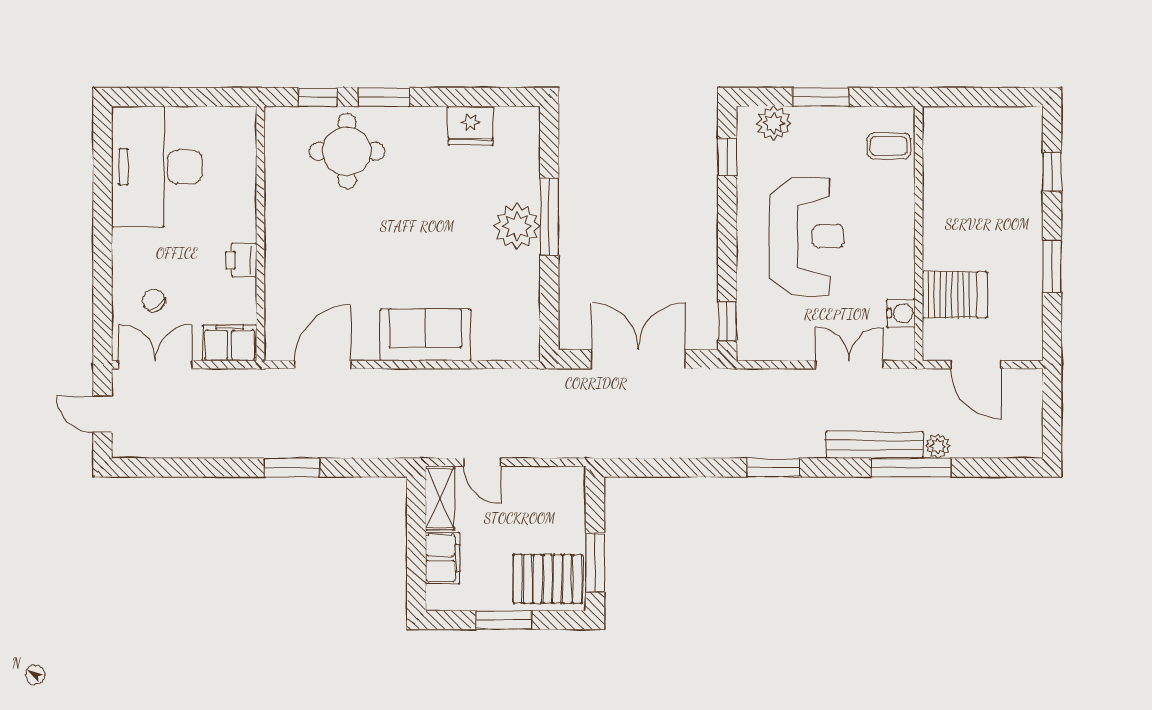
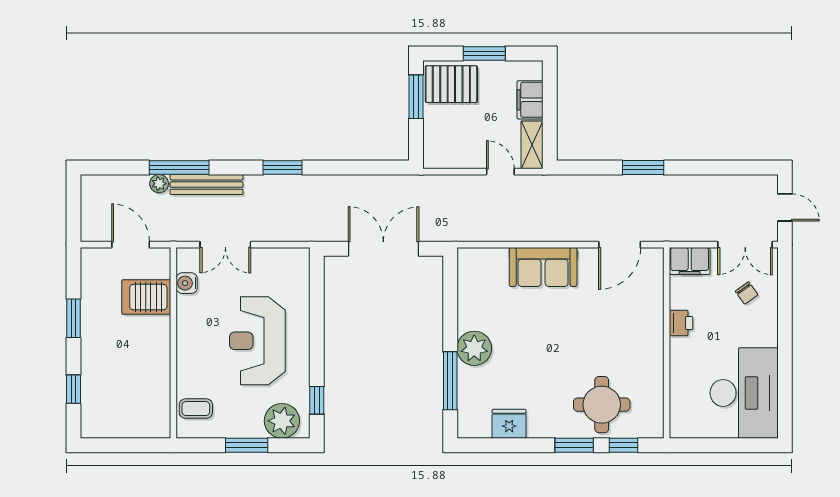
plant: (774, 123) -> (282, 421), width x1.36, depth x1.36
window: (549, 216) -> (450, 381), moved
window: (727, 321) -> (317, 277), removed
double door: (638, 359) -> (383, 249), swing flipped

